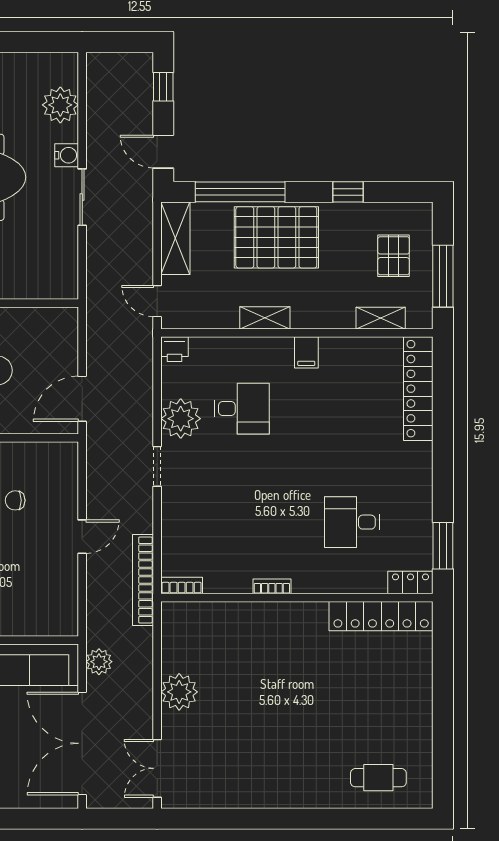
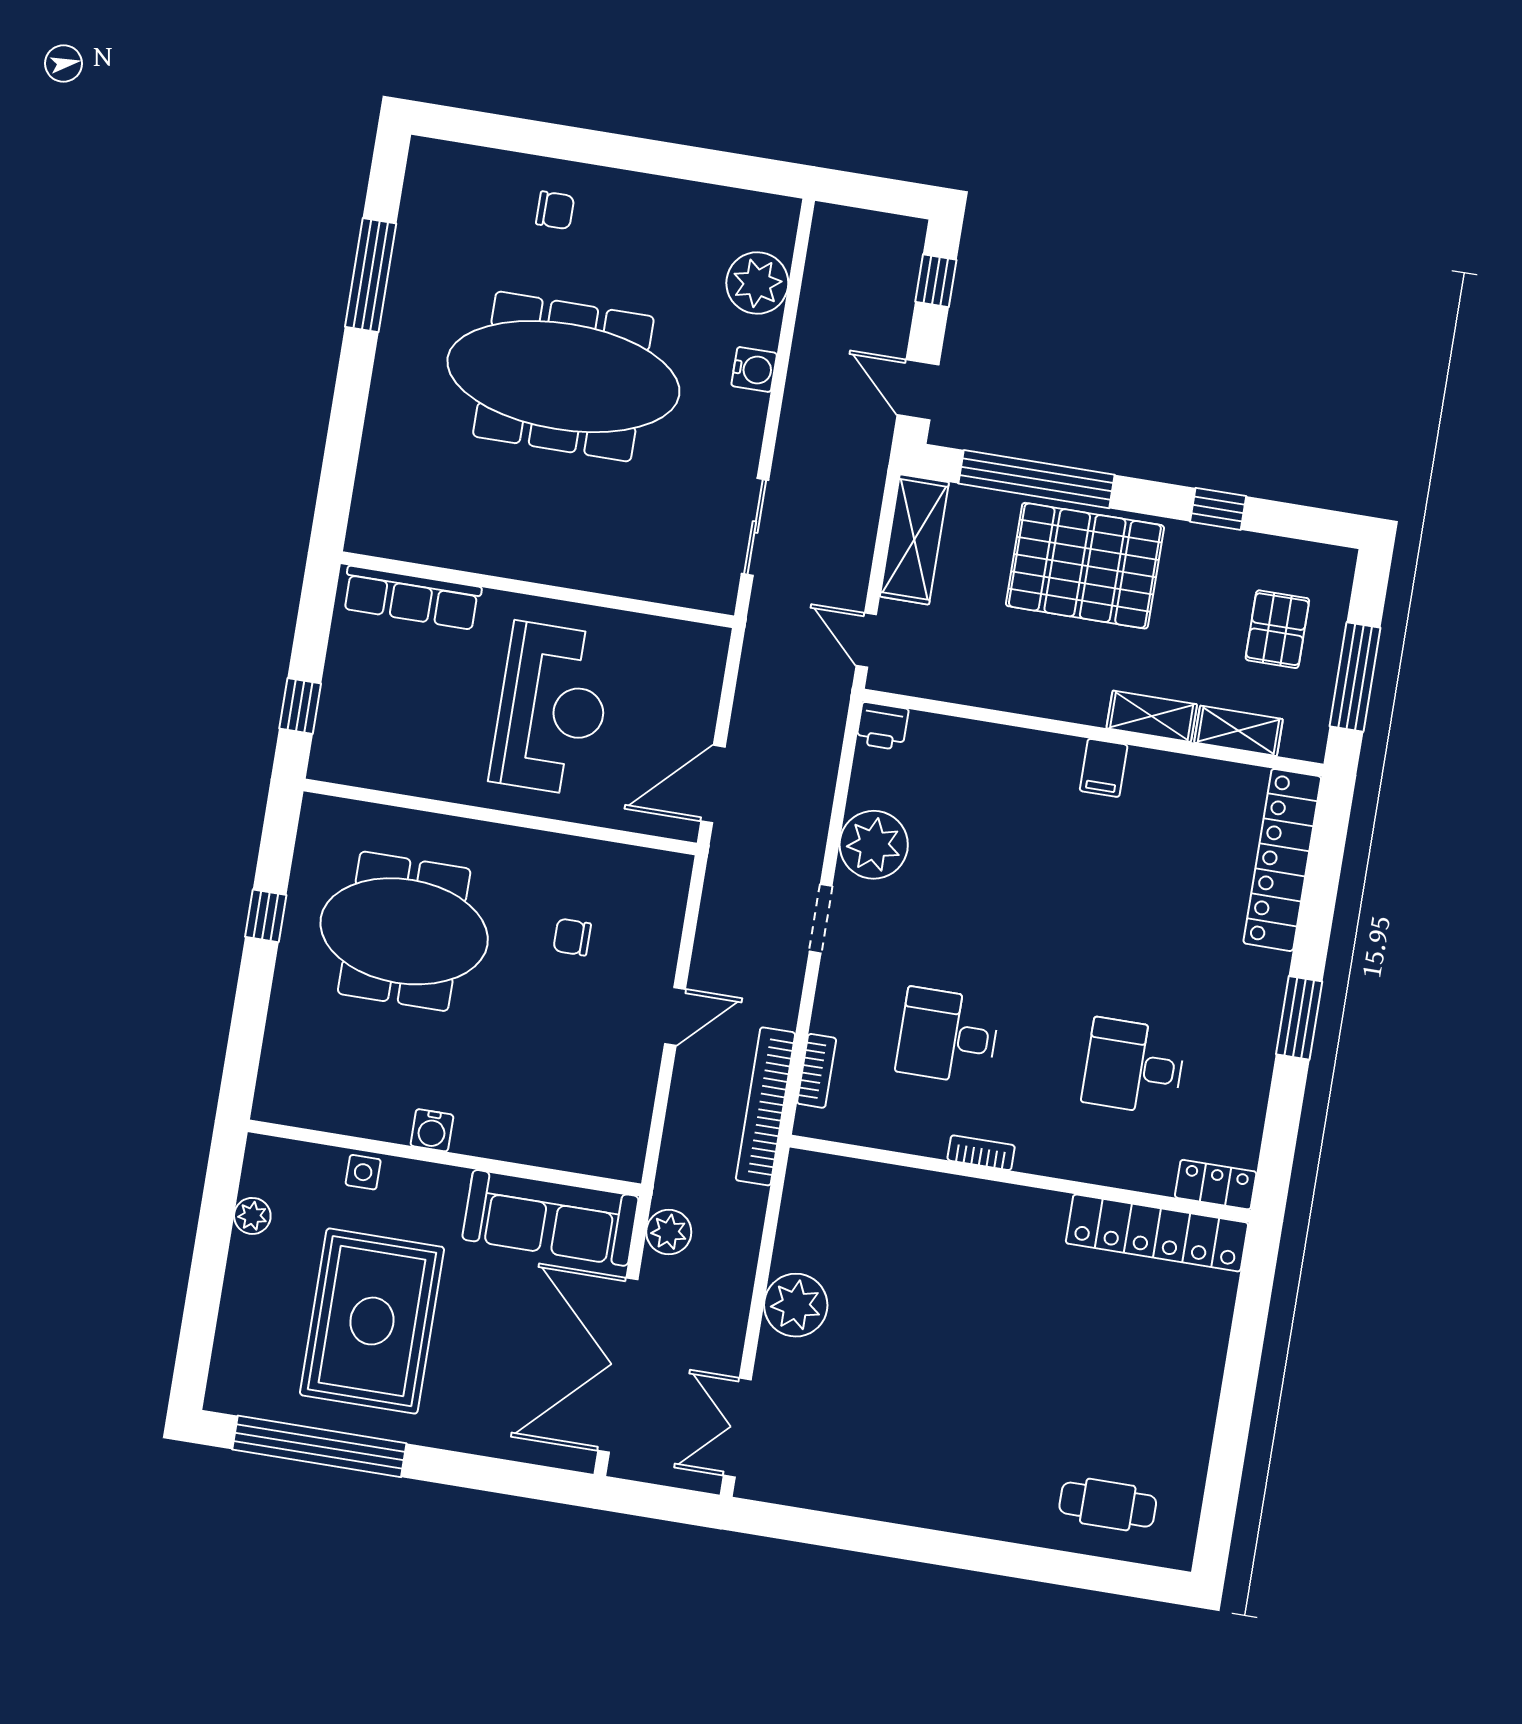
sliding door: (82, 197) -> (755, 527), moved
shelving: (265, 318) -> (1152, 716), moved
desk: (242, 409) -> (948, 1036), moved, turned 180
window: (443, 546) -> (1299, 1018), moved
bookcase: (182, 586) -> (817, 1071), moved, turned 90

